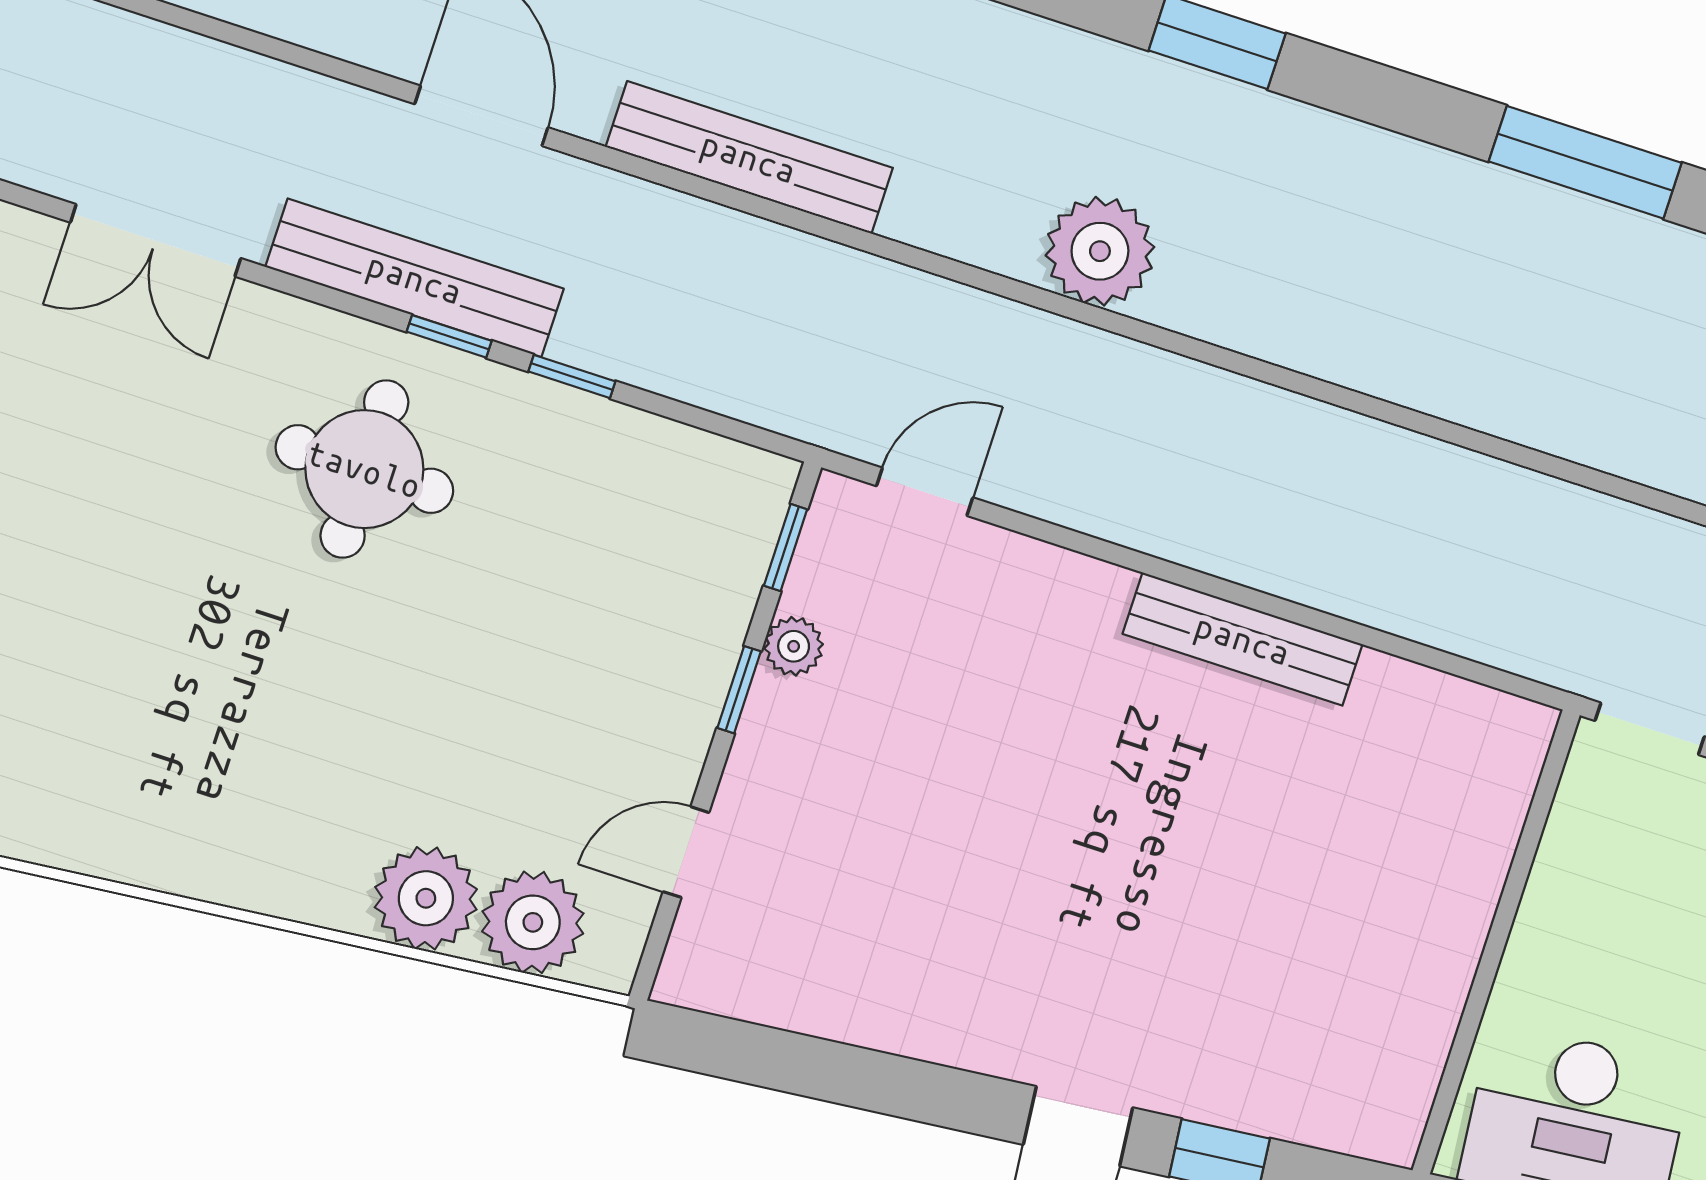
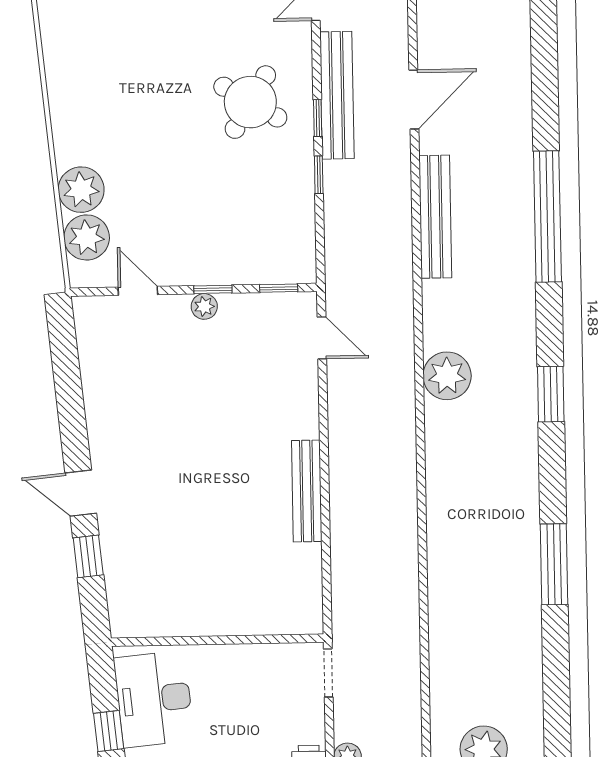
round table: (364, 469) -> (250, 102), turned 31
plant: (794, 646) -> (204, 306), moved

